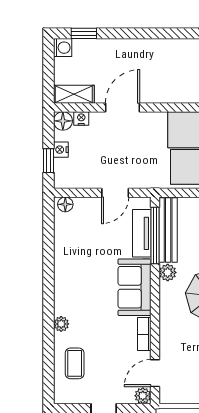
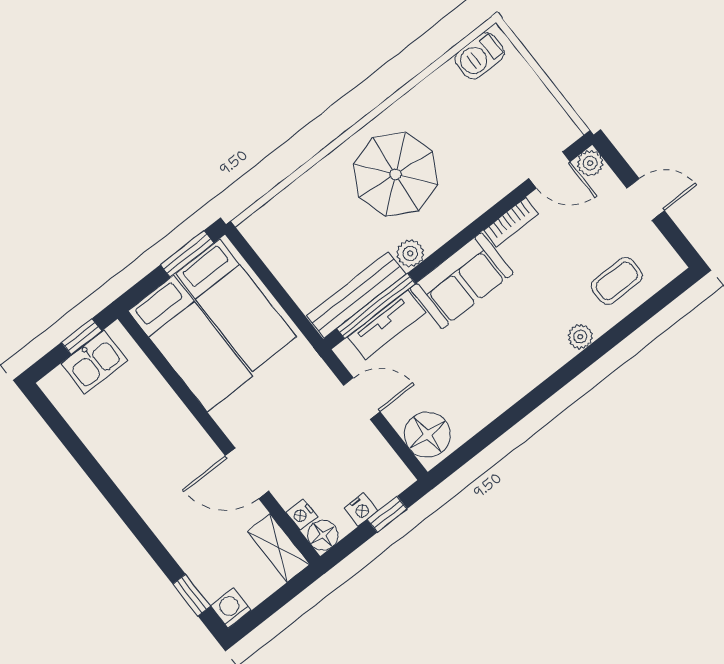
floor lamp: (65, 204) -> (427, 435), width x1.89, depth x1.89

